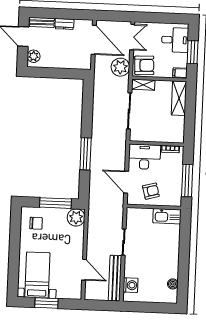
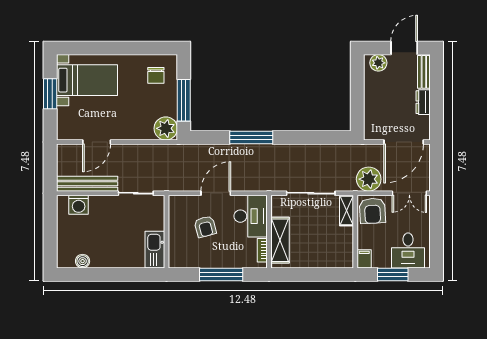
shelving: (179, 98) -> (280, 240), moved, turned 90
wall: (154, 207) -> (167, 232), moved
kitchen sink: (167, 216) -> (155, 250), moved

